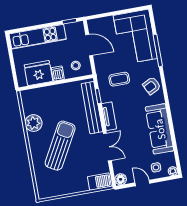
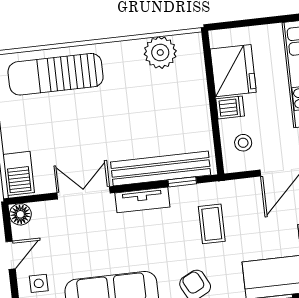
plant: (33, 123) -> (160, 52), moved
sun lounger: (60, 146) -> (56, 74), moved, turned 151
double door: (107, 147) -> (84, 193), swing flipped

